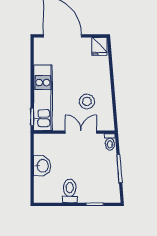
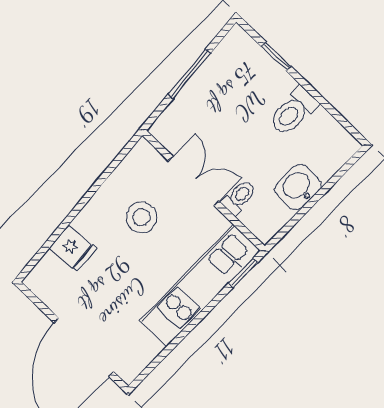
fridge: (99, 46) -> (73, 248), moved, turned 85
double door: (81, 132) -> (194, 181), swing flipped
toilet: (110, 142) -> (239, 197), moved

